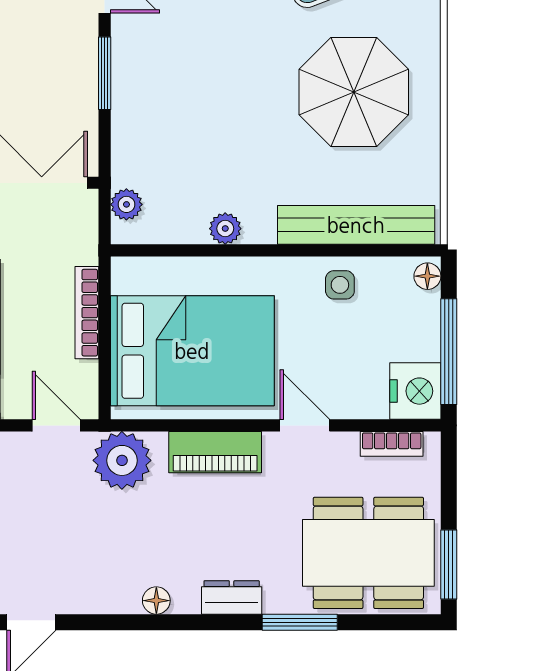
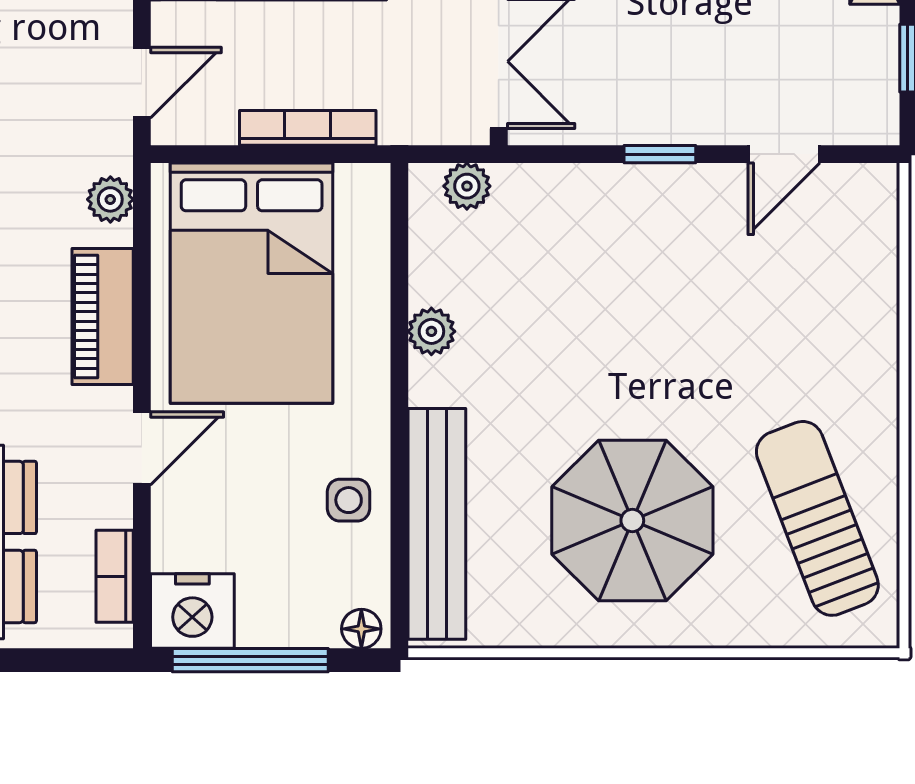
window: (105, 73) -> (660, 154), width x0.67
plant: (122, 460) -> (110, 199), width x0.53, depth x0.53

